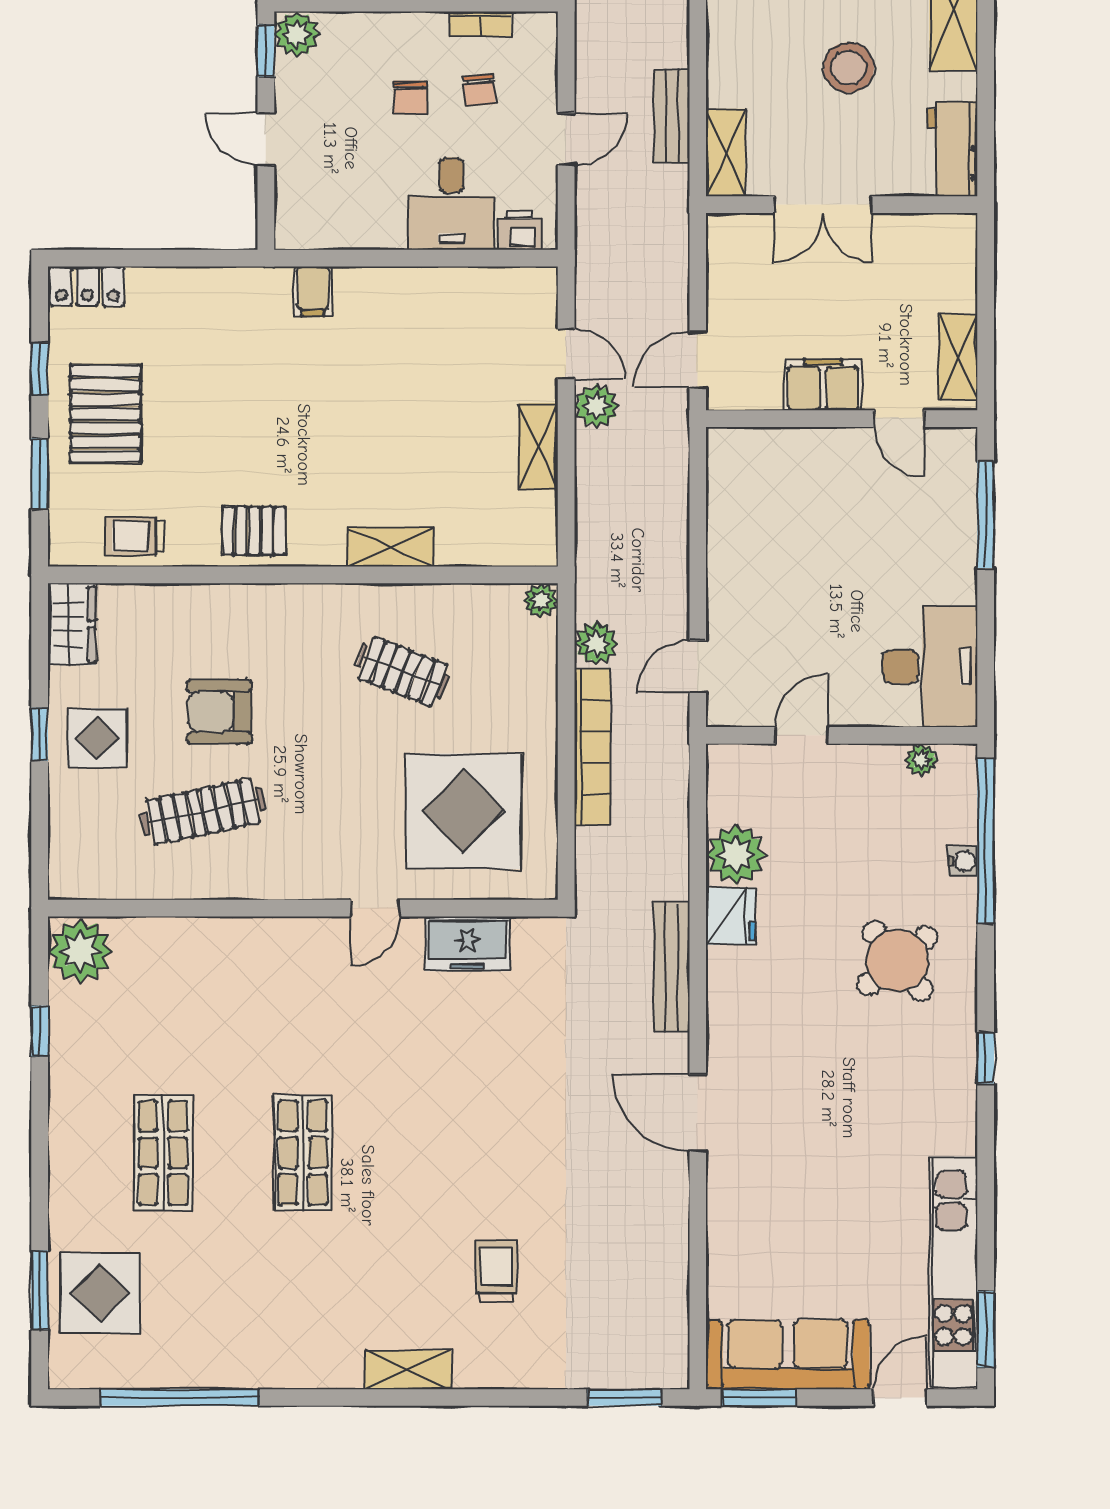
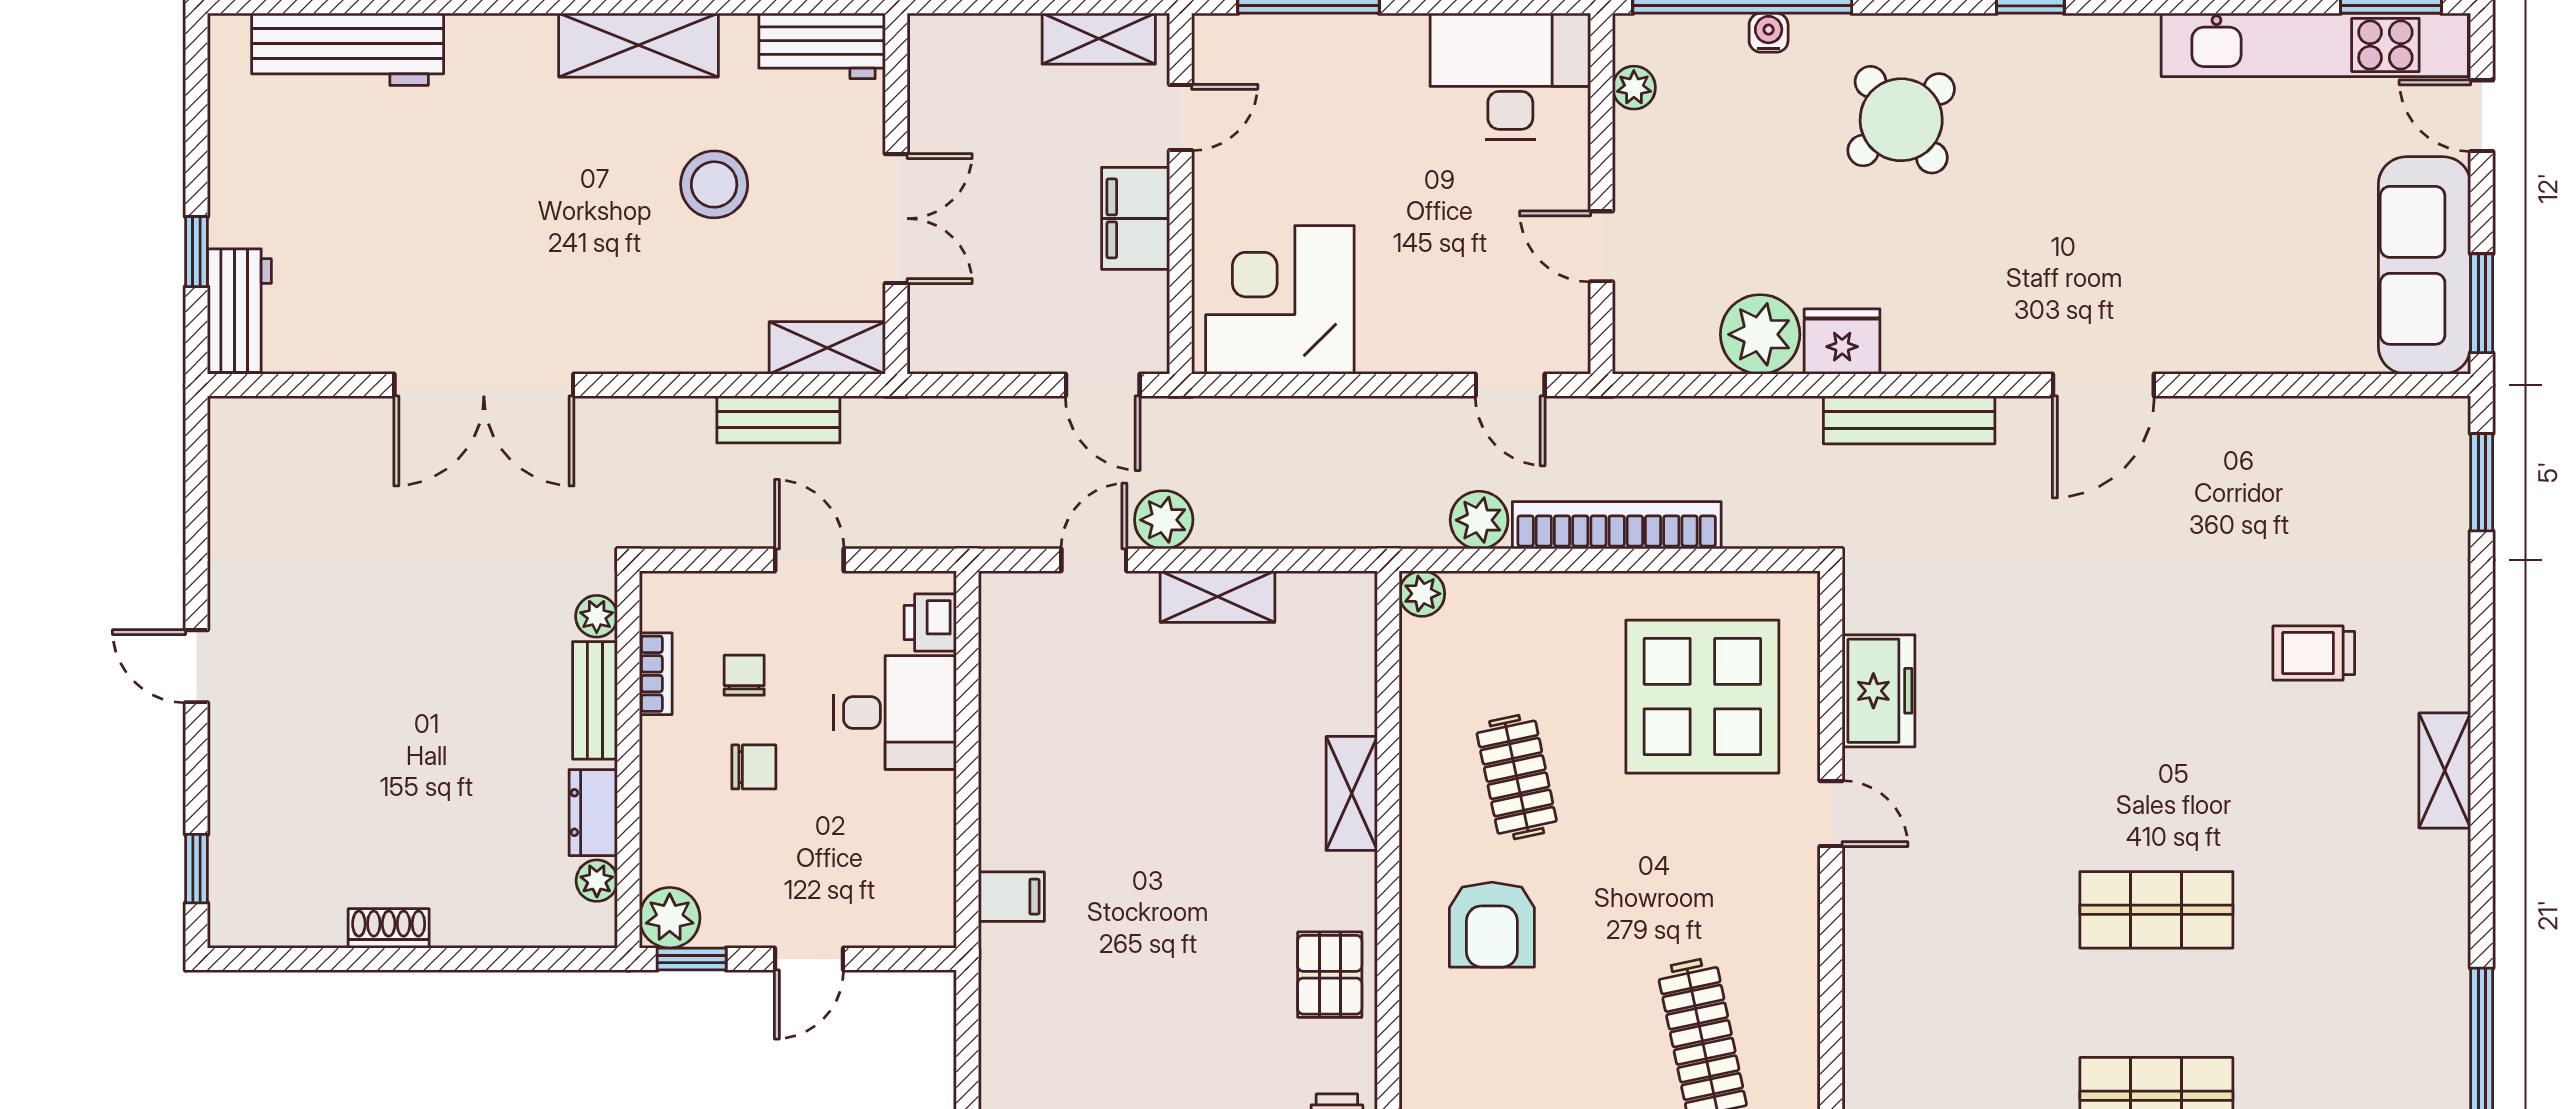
chair: (479, 90) -> (744, 675), turned -86
corner desk: (762, 493) -> (1280, 300), added
clothes rail: (403, 671) -> (1517, 777), turned -33
armchair: (219, 712) -> (1492, 925), moved

